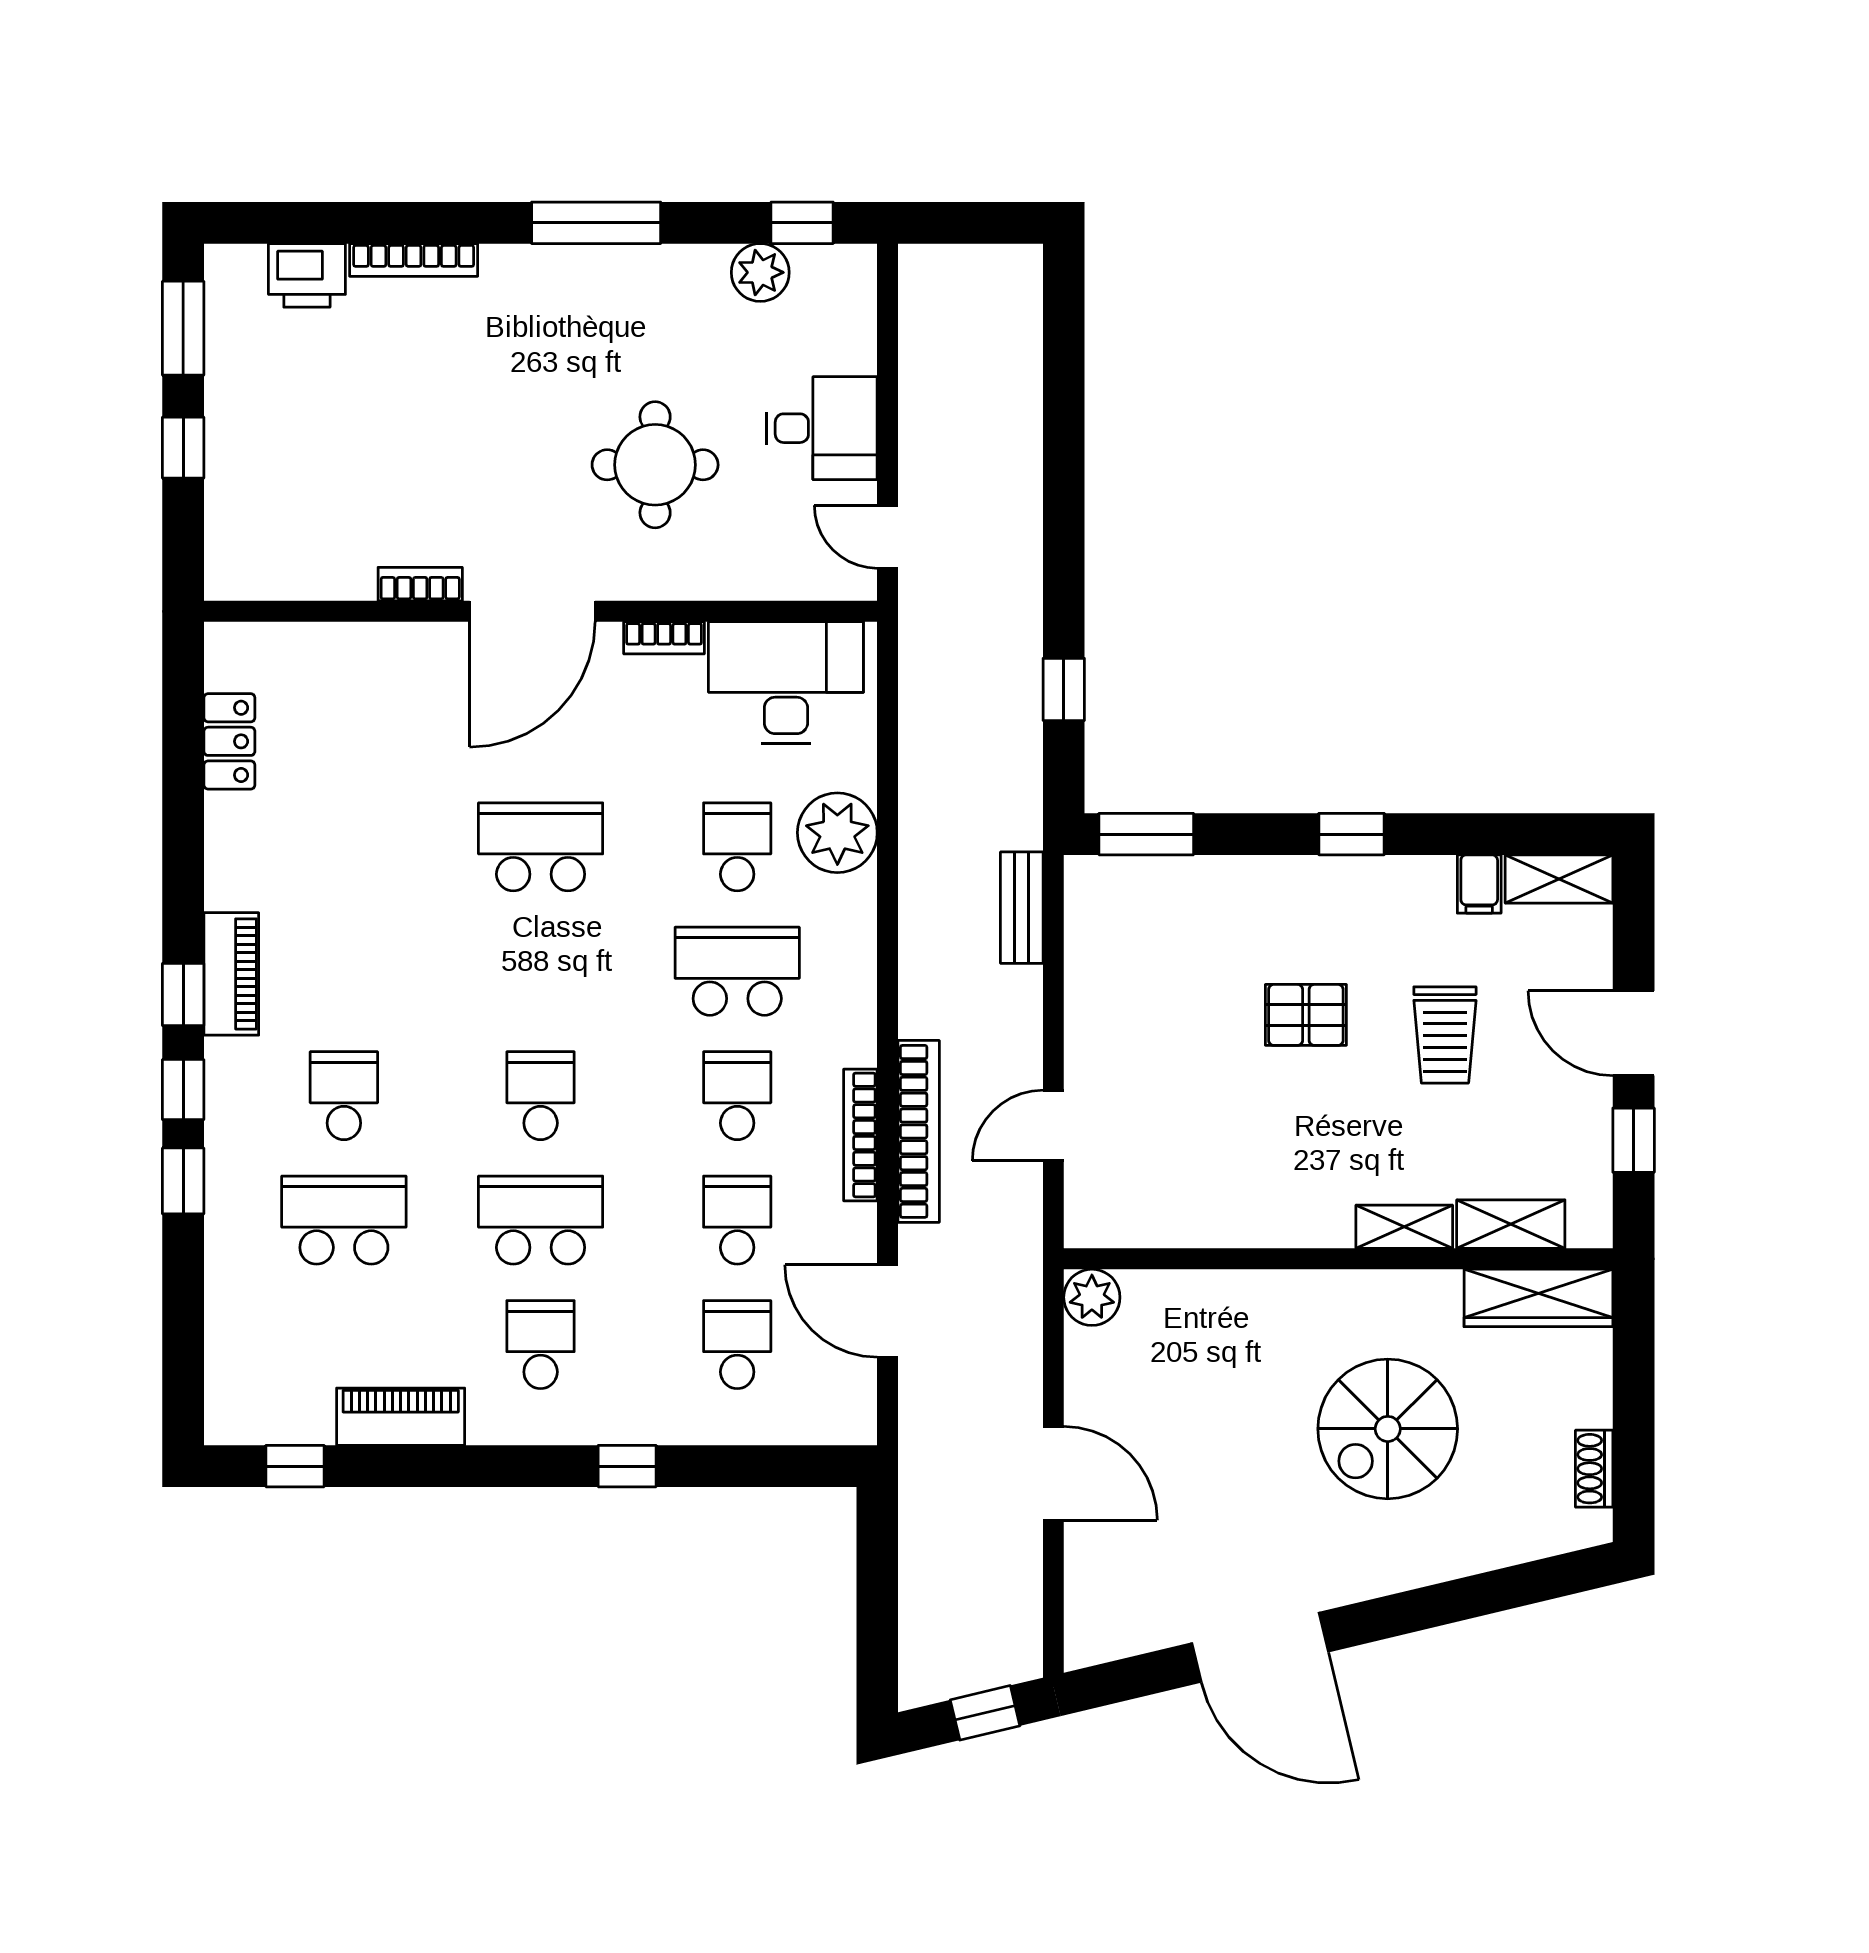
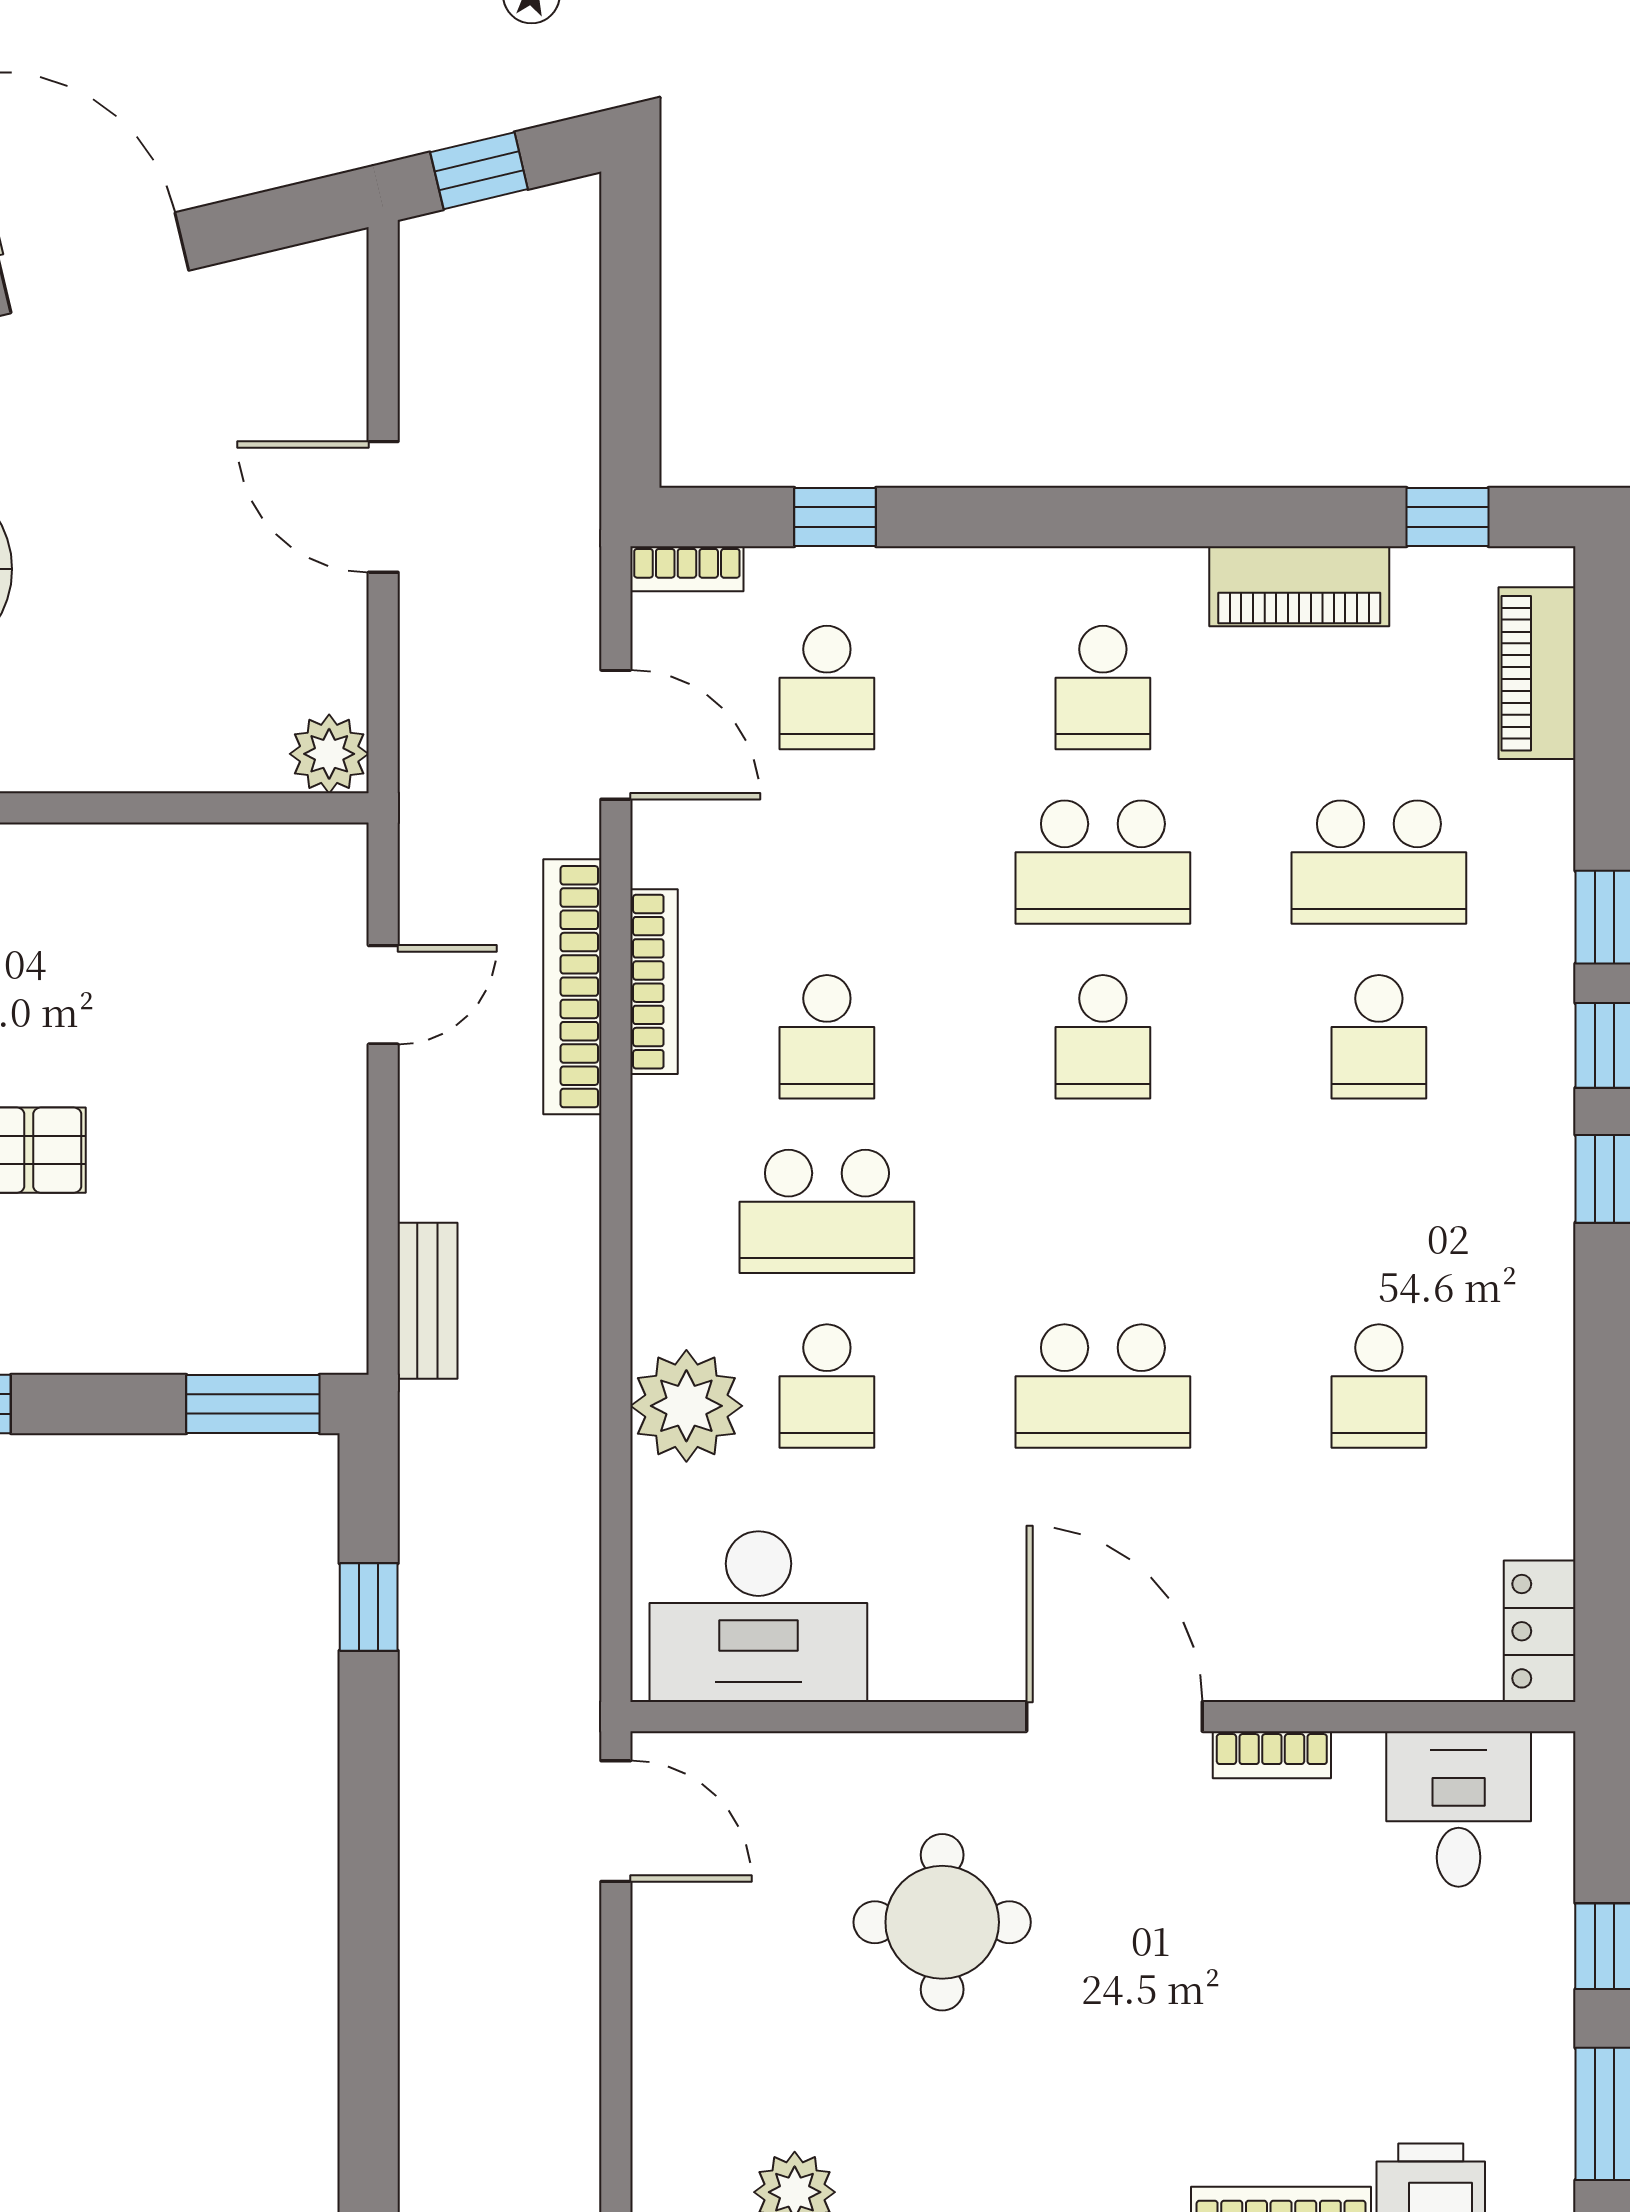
desk: (822, 428) -> (1459, 1809), moved, turned 90
door: (888, 537) -> (616, 1821), width x1.38
door: (532, 611) -> (1114, 1717), hinge flipped
bookcase: (664, 638) -> (687, 569), moved, turned 180
locker: (229, 741) -> (1540, 1631), moved
piano: (231, 974) -> (1537, 673), moved
school desk: (737, 1220) -> (1379, 1386), moved
window: (627, 1466) -> (835, 517), moved

